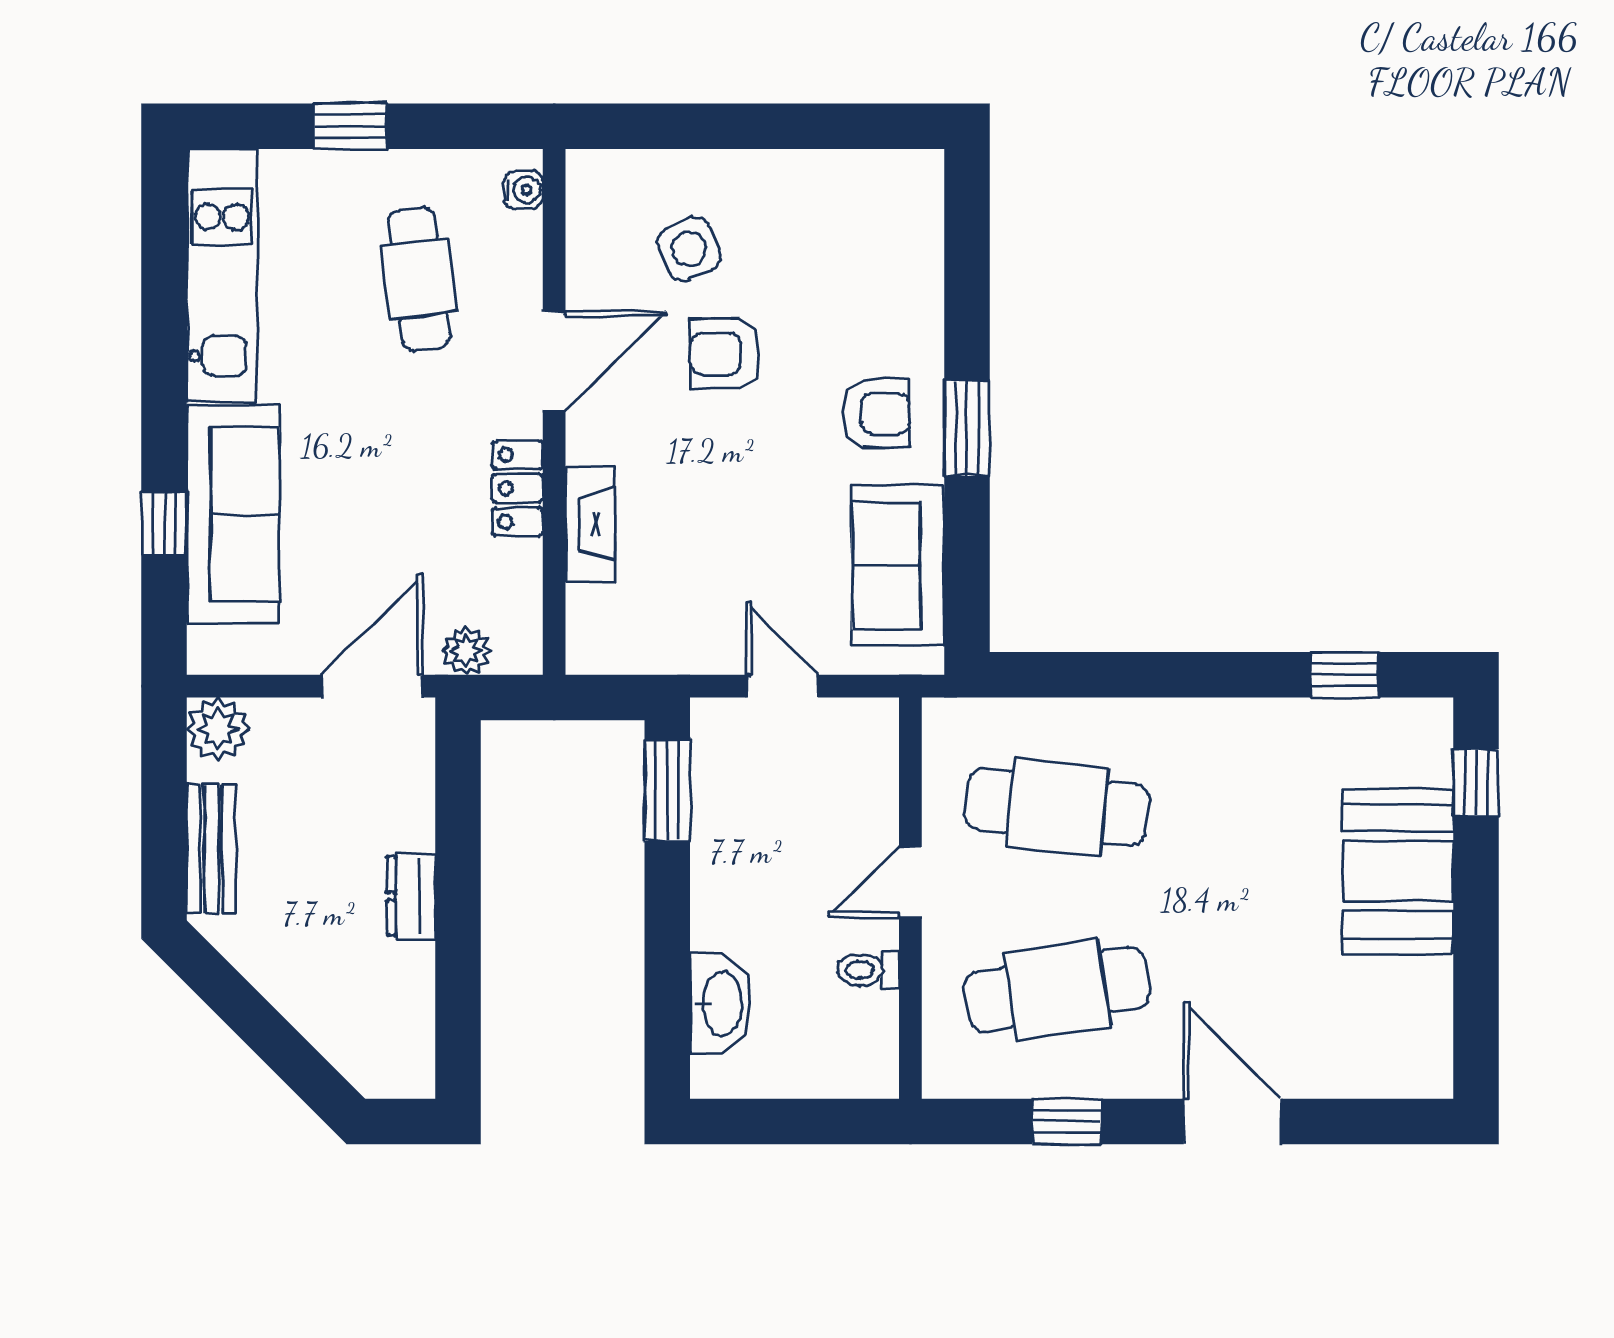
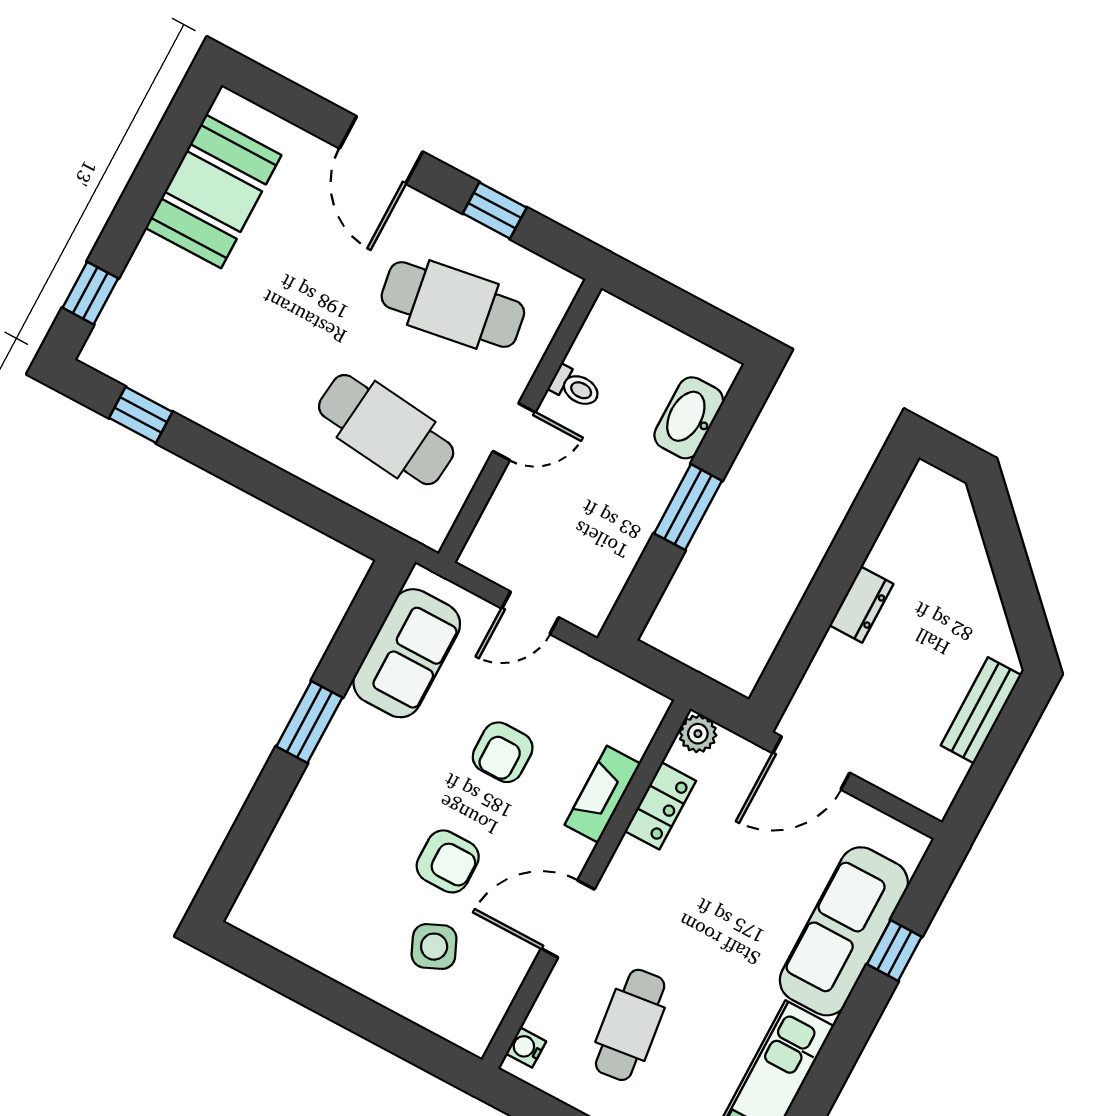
armchair: (876, 414) -> (503, 752), moved, turned -90
locker: (517, 488) -> (660, 806), moved
plant: (466, 651) -> (698, 734), moved
door: (782, 686) -> (530, 613), hinge flipped
plant: (218, 729) -> (932, 790), removed
window: (667, 790) -> (688, 507), moved
booth: (1398, 871) -> (213, 191), moved

